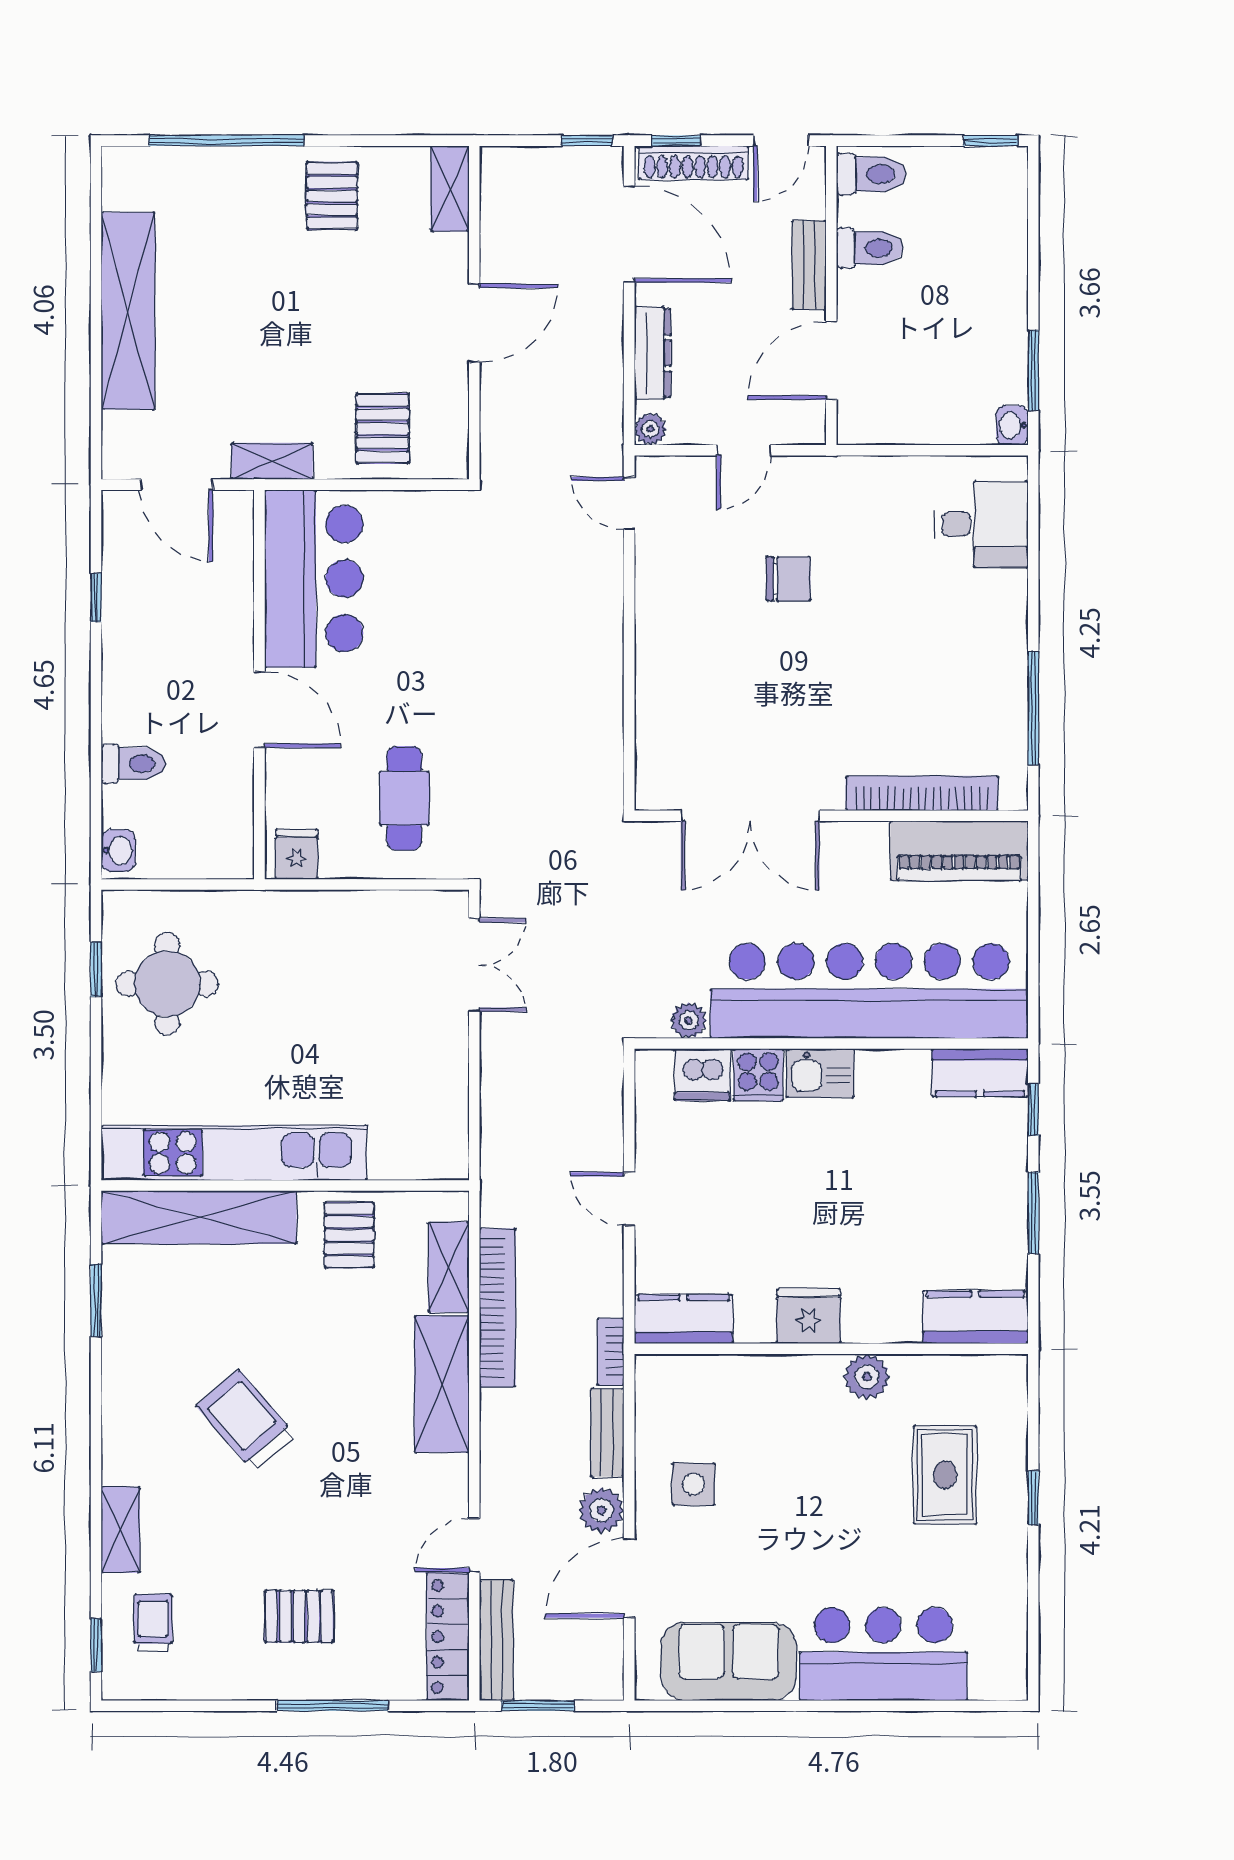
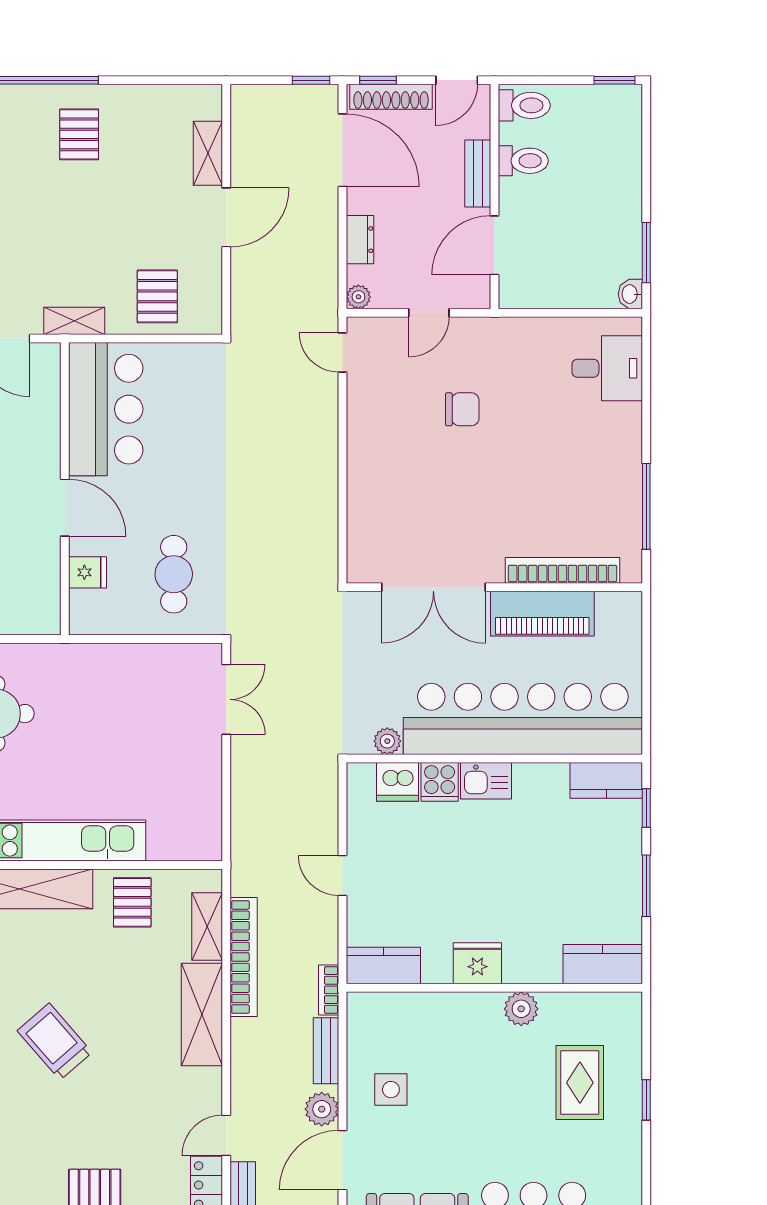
shelving: (450, 189) -> (208, 153), moved
pallet: (332, 196) -> (79, 134), moved
dresser: (652, 353) -> (360, 240), width x0.70
piano: (959, 851) -> (542, 614), moved
fridge: (297, 854) -> (87, 572), moved, turned 90

